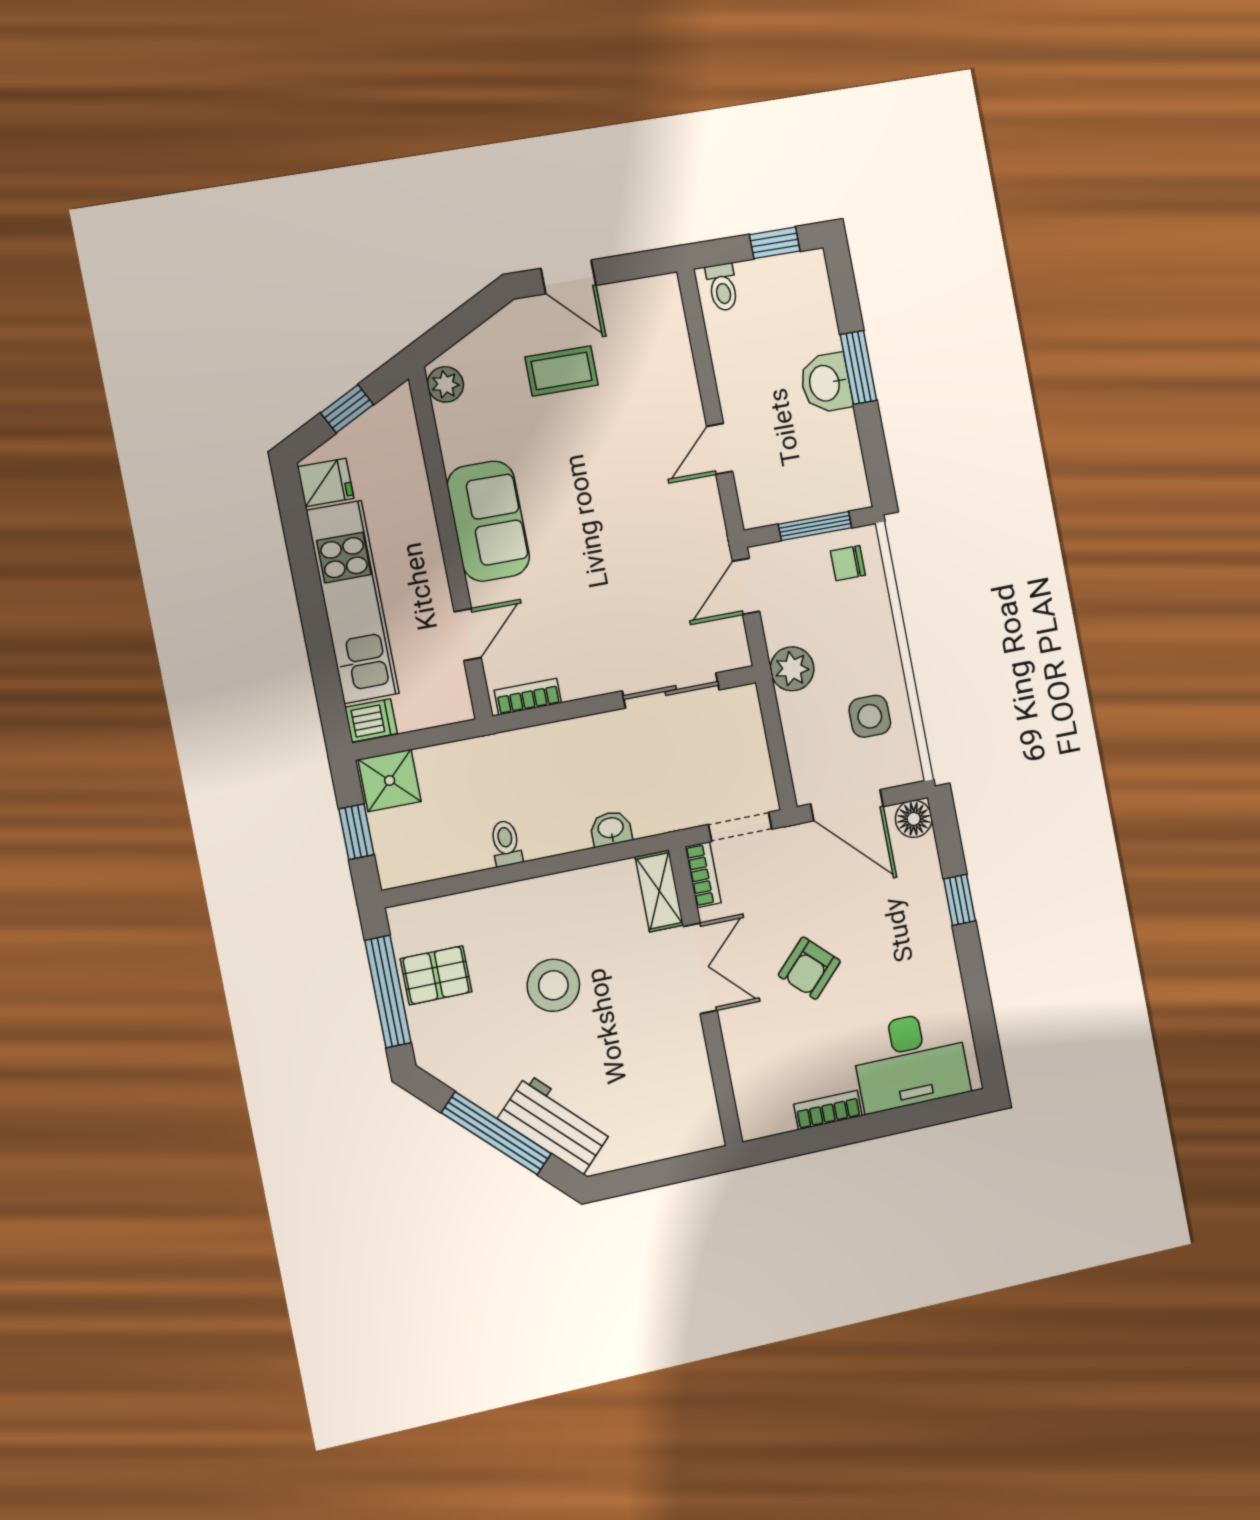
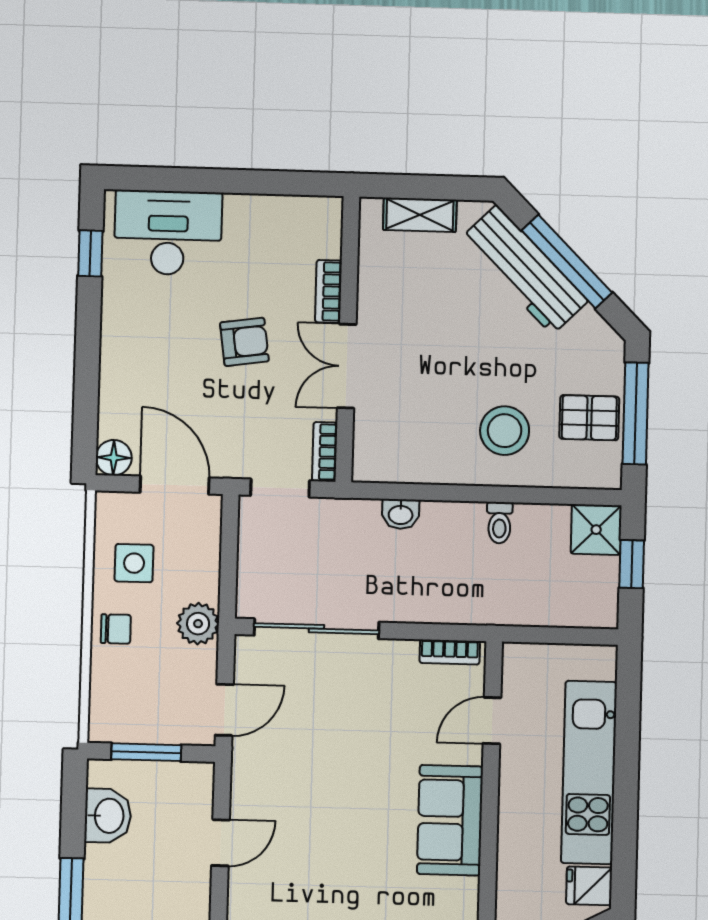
washbasin: (826, 383) -> (108, 816), moved
chair: (848, 563) -> (116, 629), moved
sliding door: (671, 690) -> (316, 629), width x1.37
dishwasher: (371, 720) -> (596, 662), removed
shower: (390, 780) -> (596, 530), moved
shelving: (659, 891) -> (420, 215), moved, turned 90
window: (960, 900) -> (90, 253), moved
armchair: (809, 968) -> (244, 342), turned 38
stool: (553, 985) -> (505, 431), moved
bookcase: (828, 1110) -> (328, 291), moved, turned 90
workbench: (555, 1124) -> (524, 270), width x1.38

